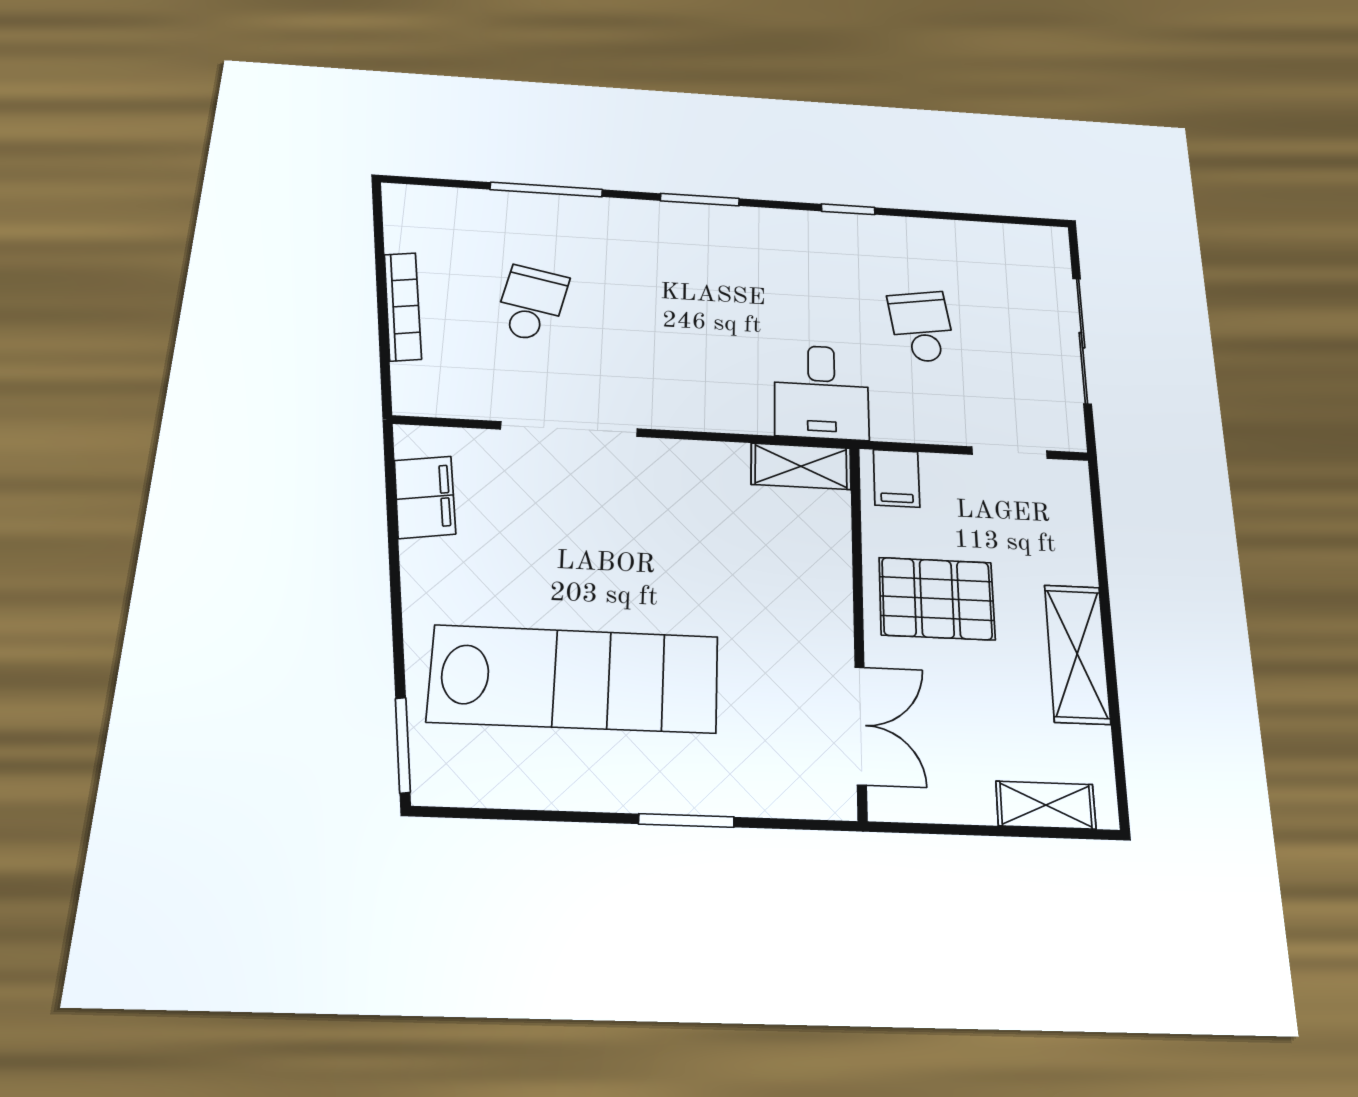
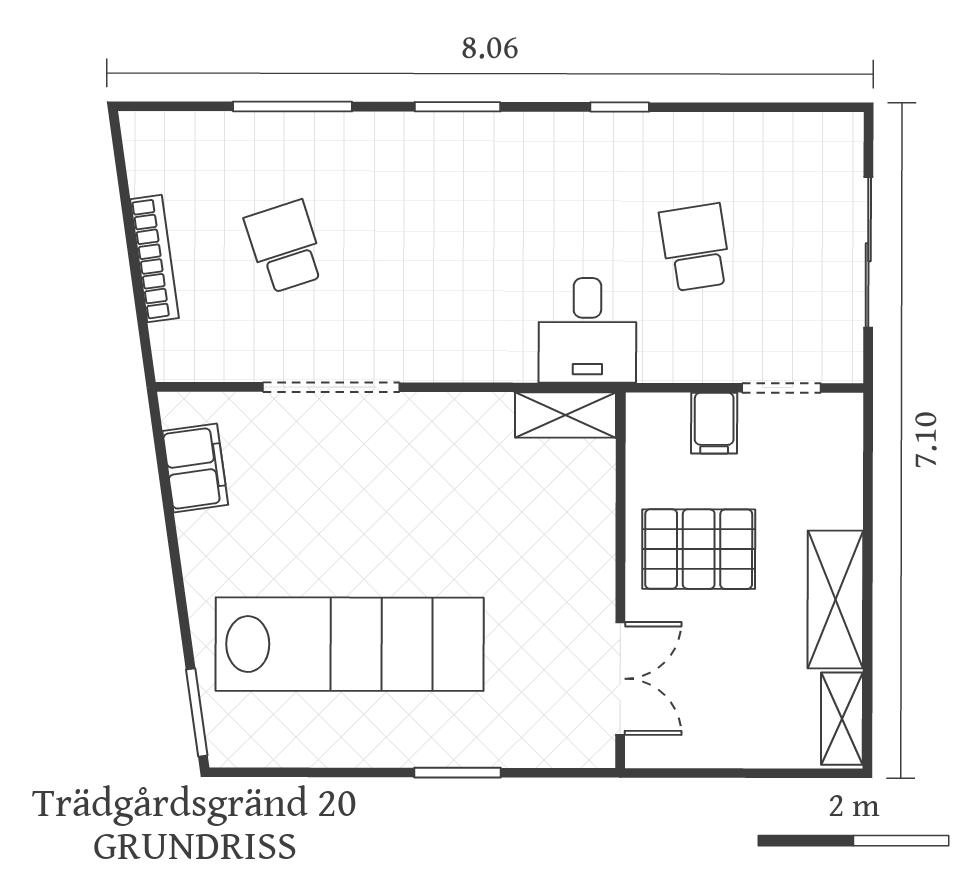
school desk: (531, 304) -> (285, 247), turned -30
filing cabinet: (896, 478) -> (714, 423), moved
shelving: (1046, 805) -> (842, 719), moved, turned 90

